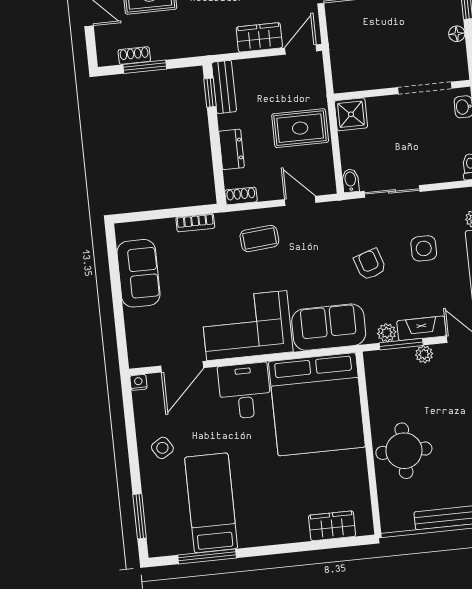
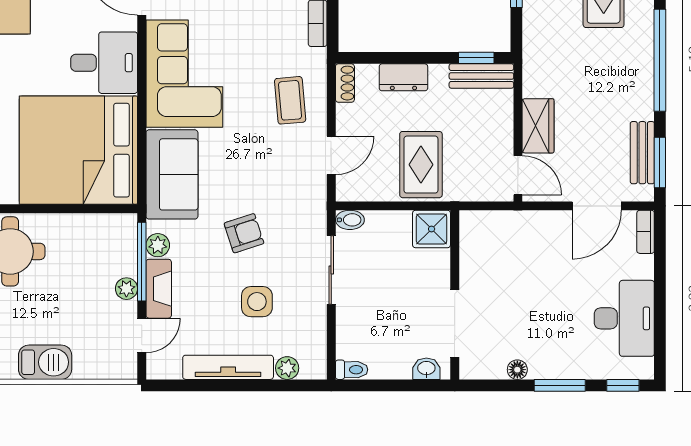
window: (401, 344) -> (142, 262), width x1.44

